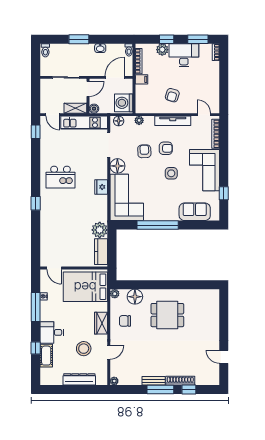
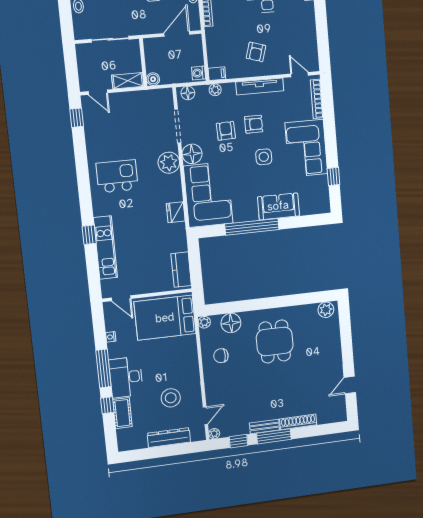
filing cabinet: (142, 79) -> (217, 74), moved
door: (88, 89) -> (142, 53), removed
washing machine: (124, 103) -> (199, 73), width x0.53, depth x0.53
kitchen unit: (84, 123) -> (105, 247), moved, turned -90
kitchen island: (61, 177) -> (117, 176), turned 180
fridge: (101, 187) -> (176, 212), moved
window: (36, 203) -> (89, 235), moved
sofa: (195, 212) -> (278, 206), moved
plant: (100, 230) -> (169, 163), moved
plant: (209, 295) -> (326, 310), added
window: (36, 307) -> (103, 369), moved
dining table: (167, 315) -> (275, 341), turned 90
wardrobe: (101, 323) -> (190, 362), removed
desk: (52, 332) -> (126, 377), width x1.37
door: (109, 352) -> (205, 416), moved
door: (224, 357) -> (350, 385), hinge flipped
window: (189, 389) -> (239, 441), moved

